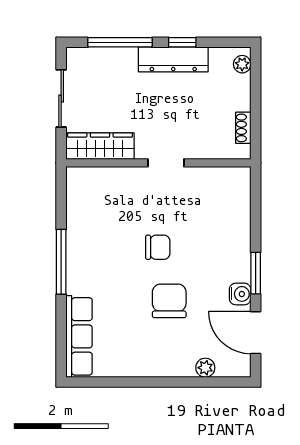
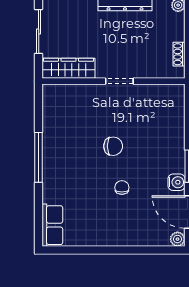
chair: (169, 301) -> (122, 188), width x0.54, depth x0.54
row of seats: (79, 336) -> (52, 225), width x0.68
plant: (205, 368) -> (177, 239), moved

